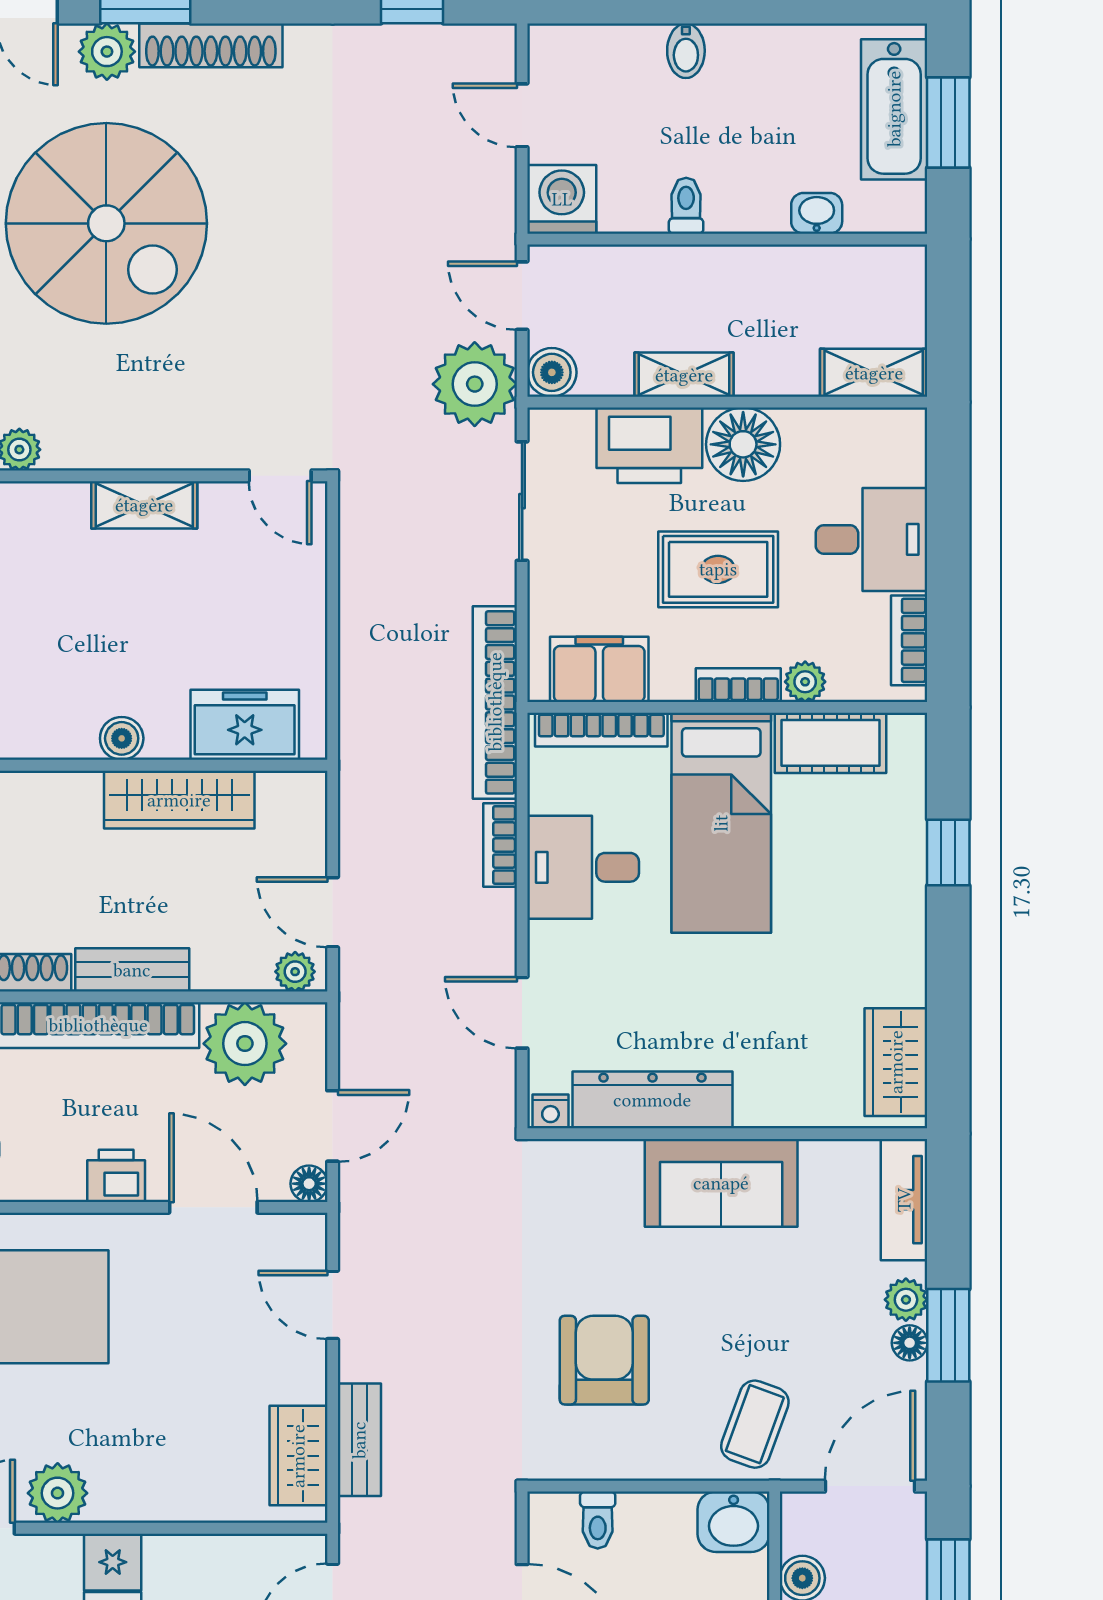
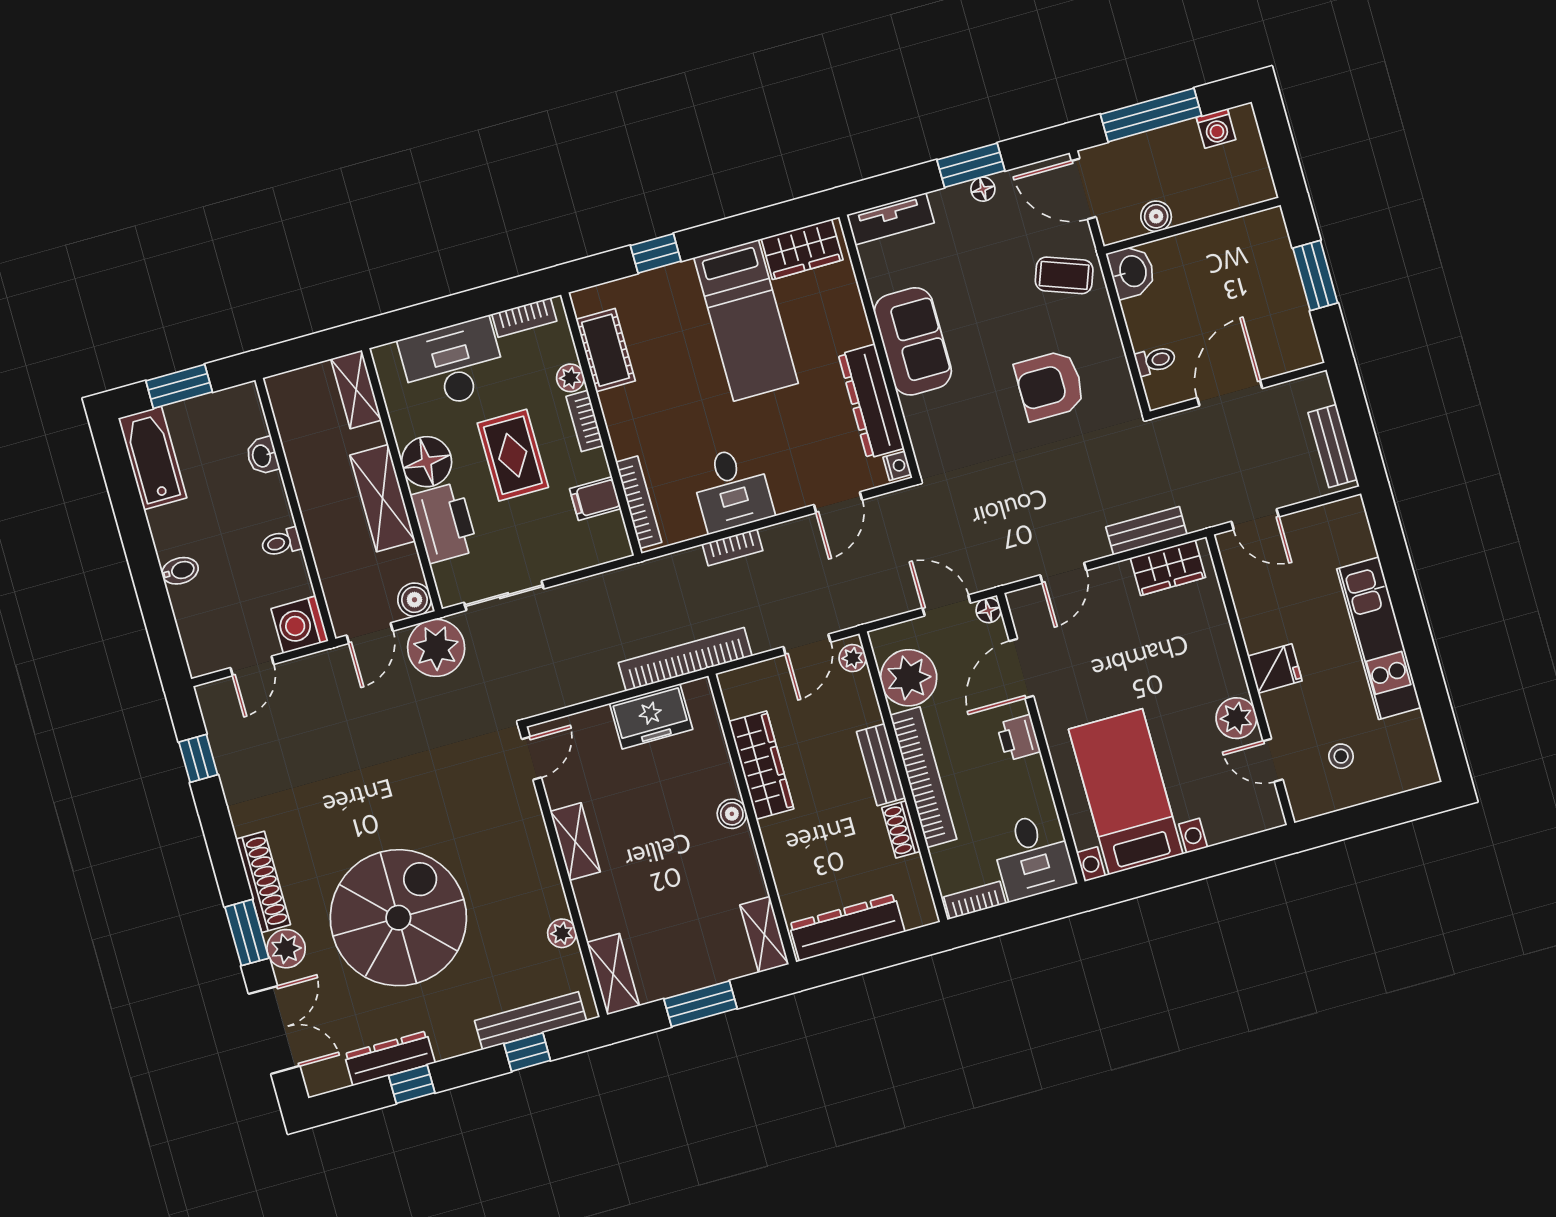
bathtub: (894, 109) -> (153, 458), moved, turned -90
shelving: (684, 375) -> (383, 498), width x1.50, depth x1.33
desk: (871, 539) -> (453, 364), width x1.37
filing cabinet: (599, 669) -> (595, 499), width x0.50
bookcase: (495, 702) -> (685, 659), moved, turned 180
freezer: (245, 725) -> (651, 716), moved, turned -90
bed: (721, 823) -> (746, 320), moved, turned 90
plant: (906, 1300) -> (955, 199), removed

